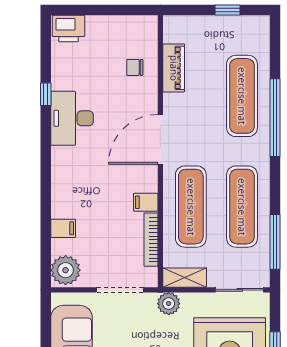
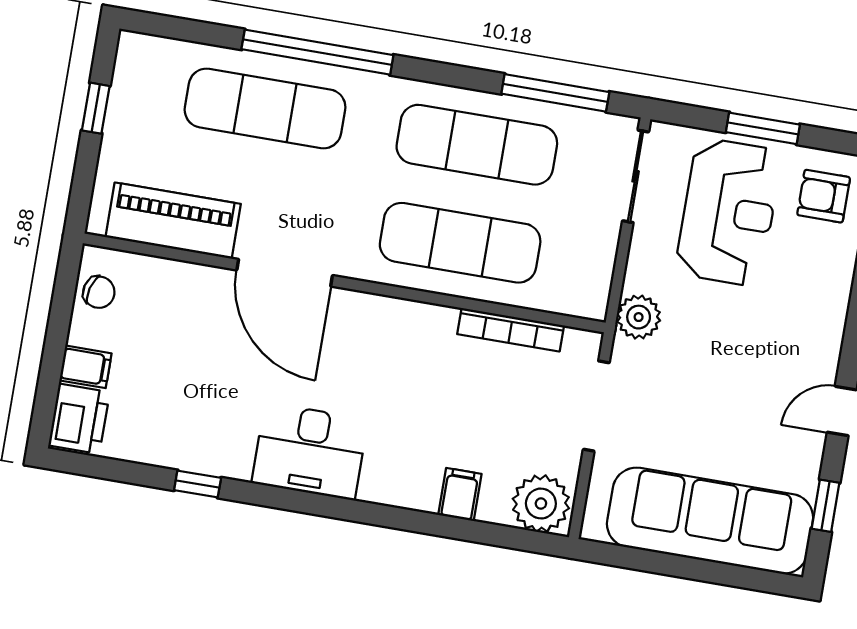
chair: (135, 67) -> (99, 292), moved, turned -75
piano: (174, 68) -> (173, 221), width x1.37, depth x1.33
desk: (72, 118) -> (310, 451), moved
door: (160, 139) -> (285, 273), moved
filing cabinet: (146, 202) -> (85, 367), moved, turned -90
shelving: (185, 278) -> (594, 278), removed

